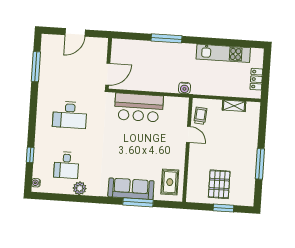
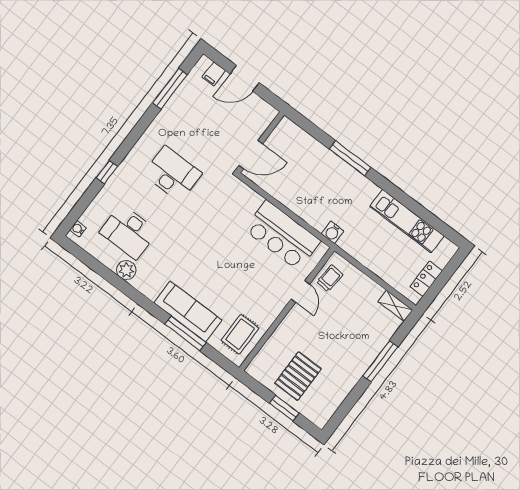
filing cabinet: (56, 41) -> (214, 74), added
shelving: (234, 106) -> (395, 306), moved
bar counter: (139, 108) -> (282, 235), moved
desk: (70, 115) -> (173, 174), turned 180
window: (30, 155) -> (107, 172), moved
window: (260, 164) -> (380, 361), moved
desk: (66, 165) -> (129, 232), width x1.37

